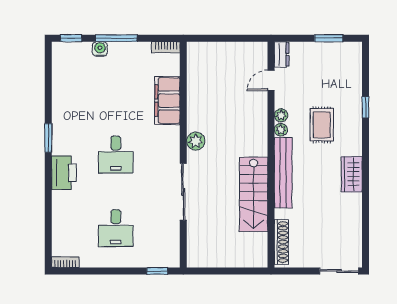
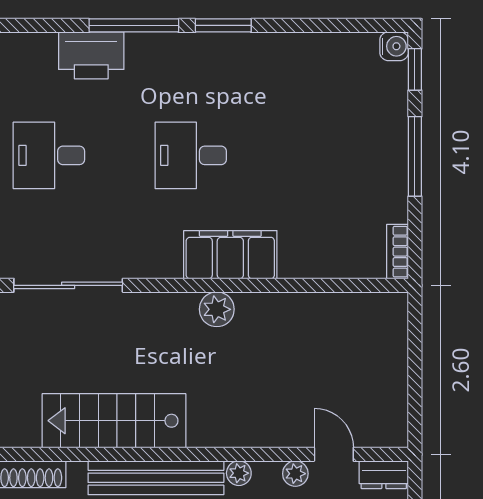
water cooler: (100, 49) -> (394, 46), moved
filing cabinet: (167, 101) -> (230, 255), moved
plant: (281, 115) -> (295, 474), moved
printer: (64, 173) -> (91, 55), moved
window: (48, 184) -> (134, 25), added
sliding door: (183, 192) -> (68, 285), moved

